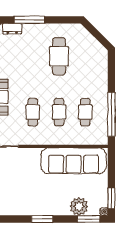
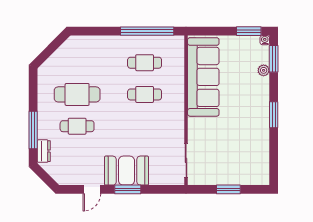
cafe table: (33, 112) -> (77, 126), moved
plant: (79, 206) -> (264, 70), width x0.53, depth x0.53

